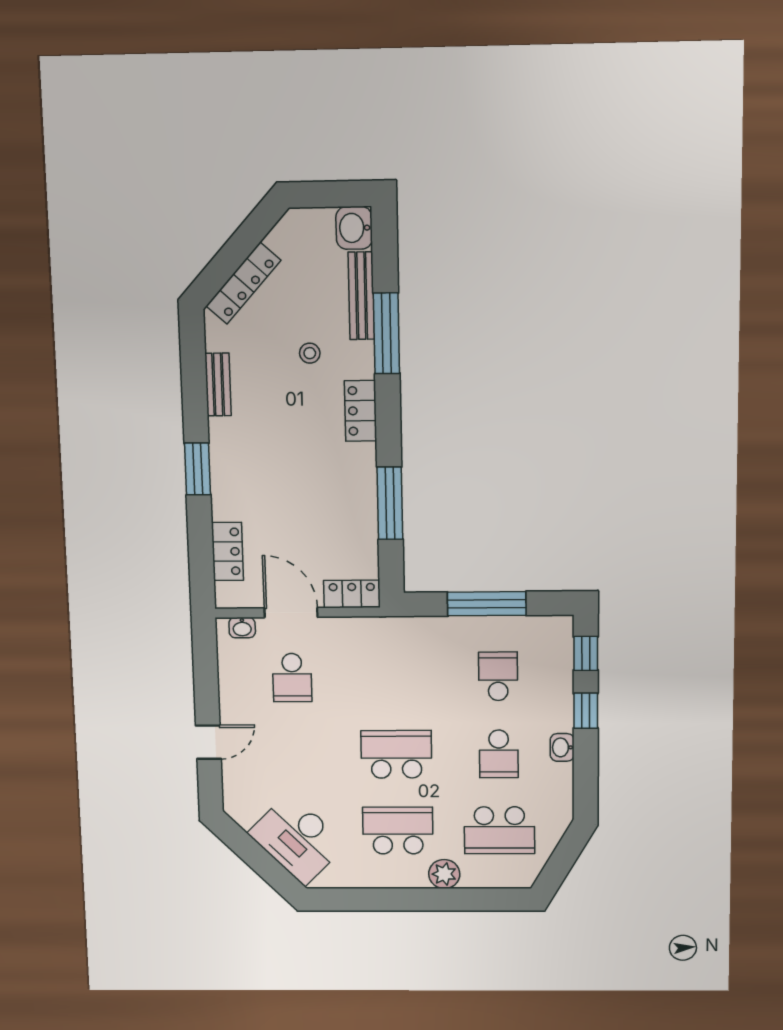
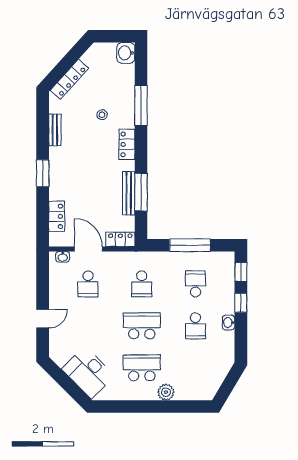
bench: (361, 296) -> (129, 193), moved
school desk: (499, 830) -> (142, 284), moved, width x0.54

